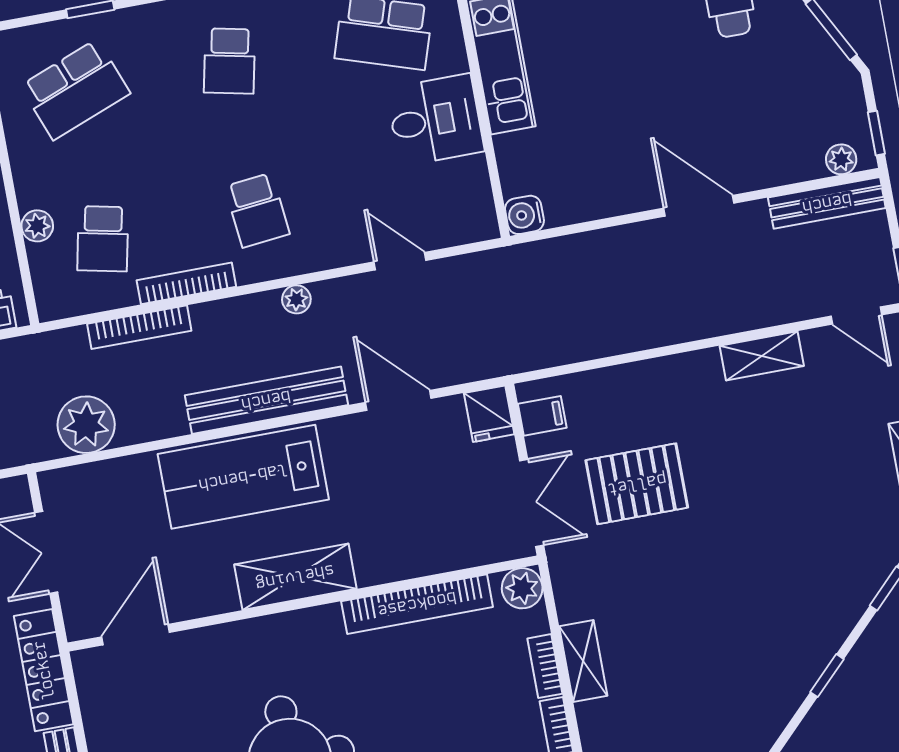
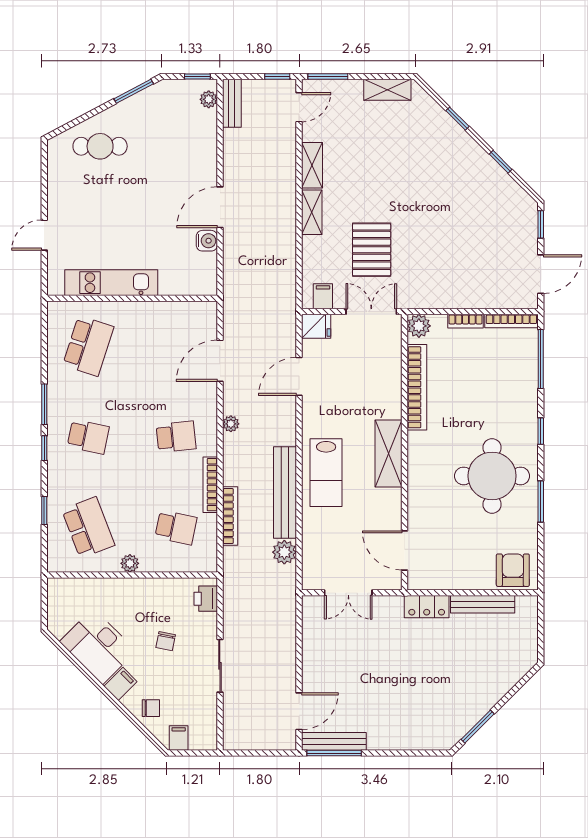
desk: (435, 120) -> (143, 326), removed
bench: (827, 203) -> (232, 103), width x0.73
door: (699, 206) -> (220, 207), moved
water cooler: (524, 215) -> (207, 241), moved, turned -90
plant: (37, 226) -> (130, 563), moved
door: (400, 261) -> (220, 361), width x1.38
bench: (266, 400) -> (285, 492), moved
plant: (86, 425) -> (284, 552), width x0.73, depth x0.73
lab bench: (243, 477) -> (326, 473), width x0.73, depth x0.72
shelving: (583, 661) -> (312, 212), moved, turned 90
locker: (44, 670) -> (427, 607), width x0.66

